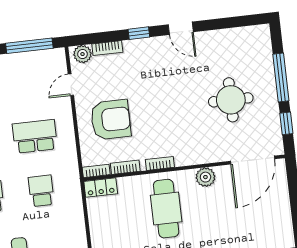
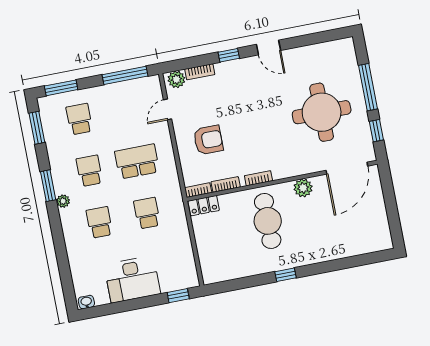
round table: (231, 100) -> (322, 112), width x1.36, depth x1.36
armchair: (111, 120) -> (208, 140), width x0.73, depth x0.73

